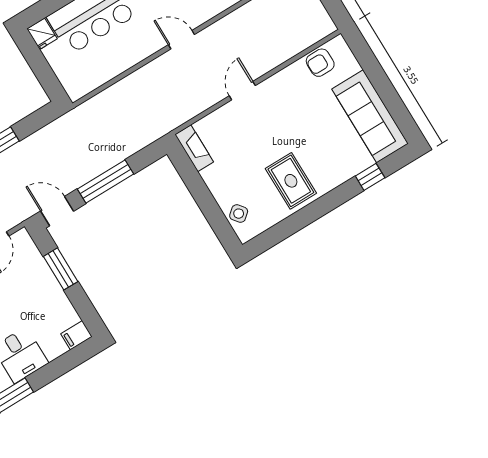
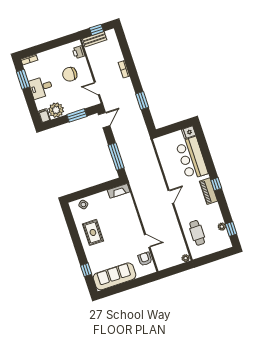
door: (242, 91) -> (147, 241), moved
rug: (291, 181) -> (93, 232), turned 90
window: (106, 182) -> (116, 156), moved
plant: (59, 314) -> (56, 110), added

